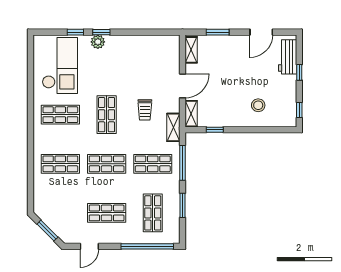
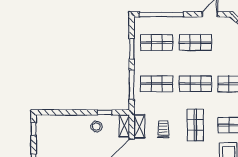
stool: (258, 105) -> (96, 126), moved
shelving: (173, 127) -> (139, 126), moved
shop shelf: (153, 213) -> (157, 43), turned 90

